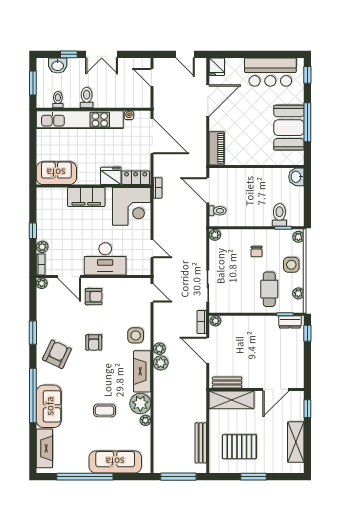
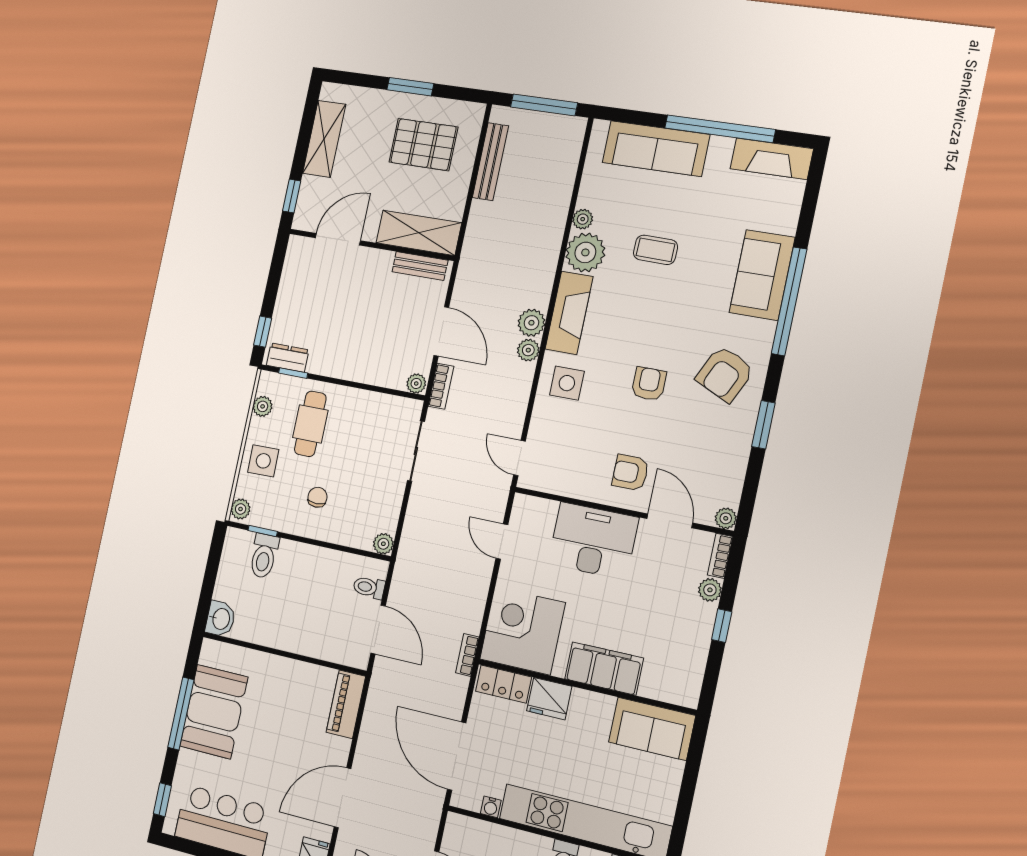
fireplace: (44, 448) -> (772, 159), moved, turned -90

